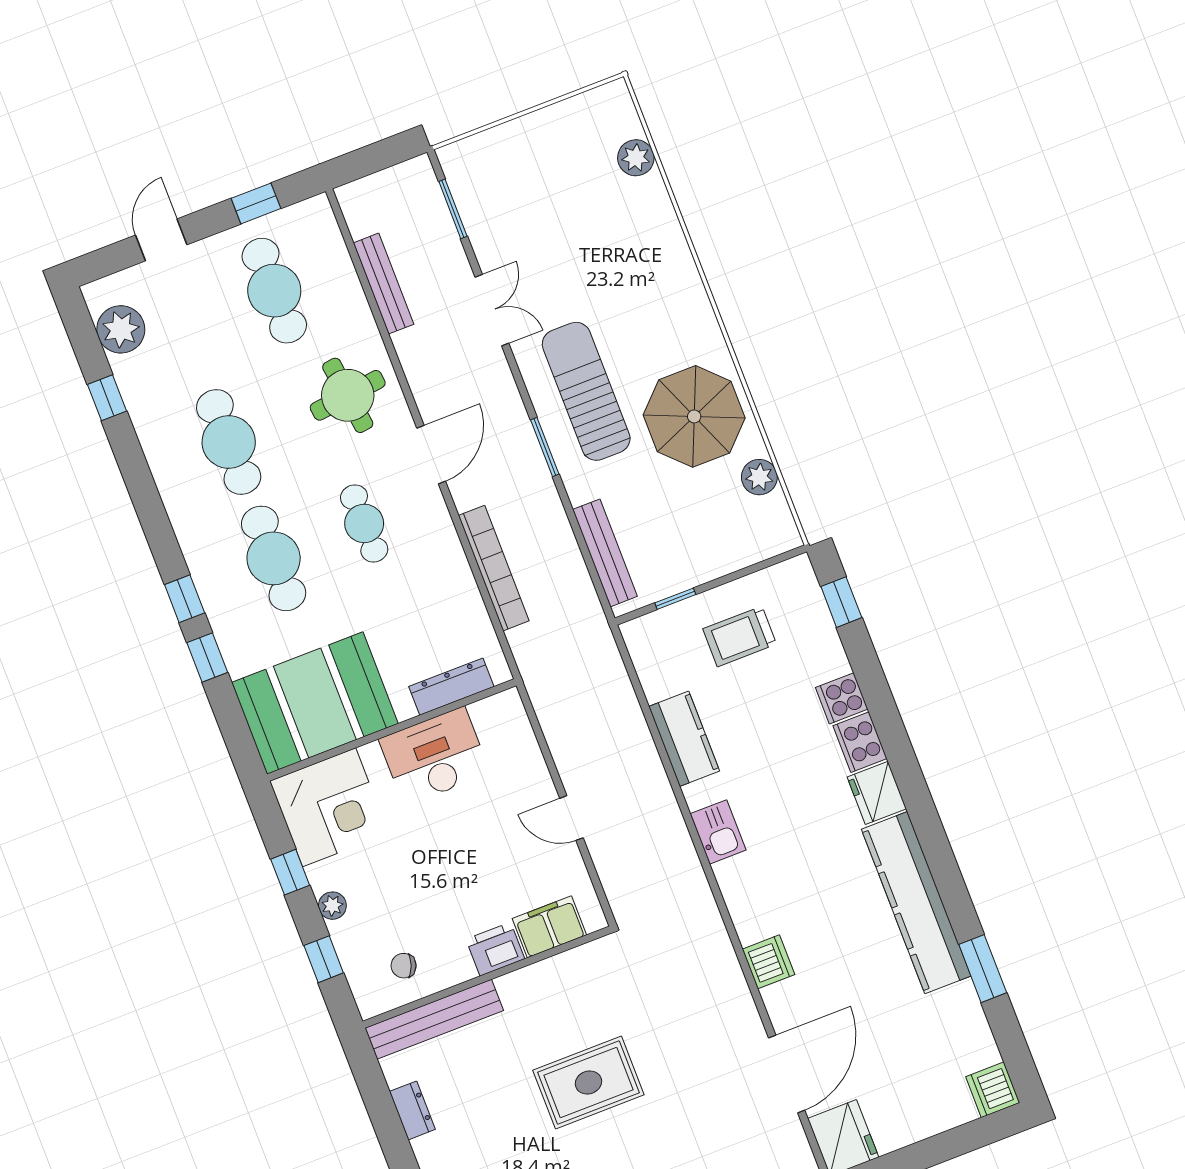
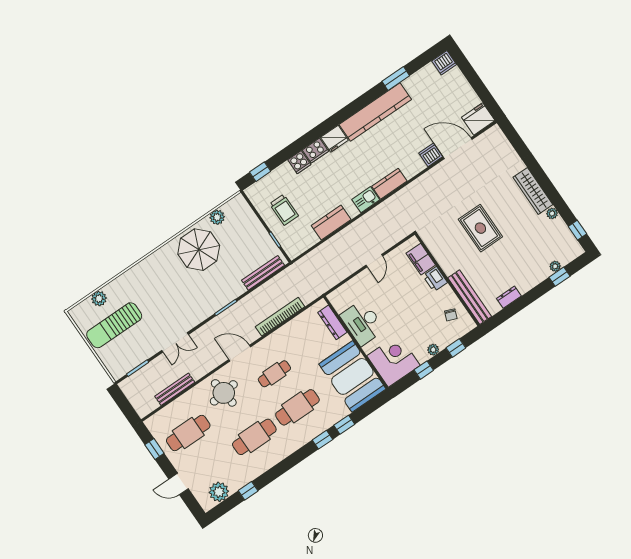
double door: (492, 310) -> (175, 342), swing flipped
sun lounger: (586, 391) -> (114, 325), moved
kitchen counter: (742, 896) -> (389, 184), added
dishwasher: (768, 962) -> (431, 155), moved

